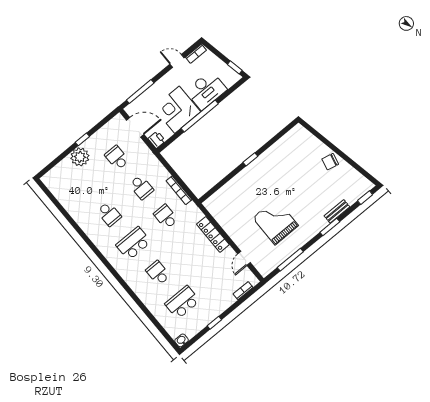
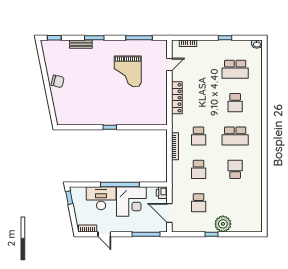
school desk: (141, 187) -> (199, 169), turned 180

